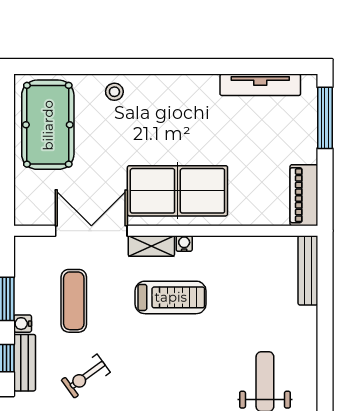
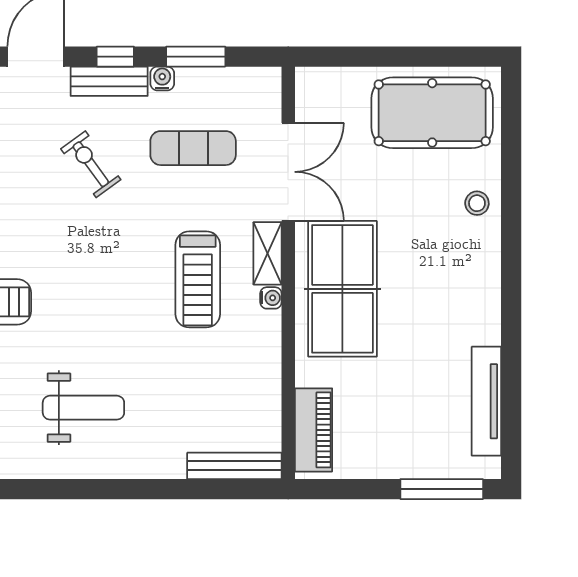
piano: (304, 195) -> (314, 430), moved, turned 90

